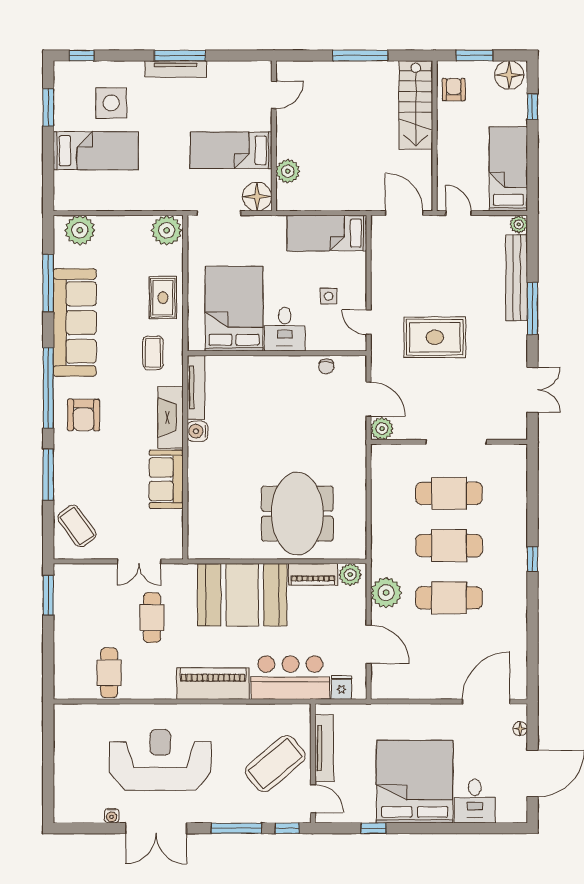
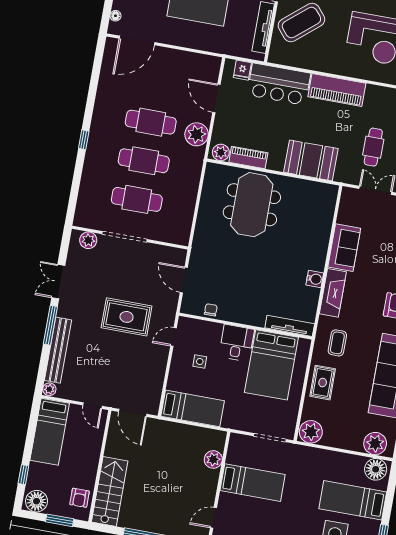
floor lamp: (257, 197) -> (376, 469), moved
door: (369, 322) -> (174, 337), swing flipped
tv unit: (196, 387) -> (290, 326), moved, turned 90
double door: (532, 390) -> (58, 282), moved
plant: (382, 429) -> (88, 240), moved
booth: (242, 595) -> (311, 160), width x0.73, depth x0.70

